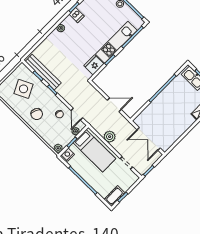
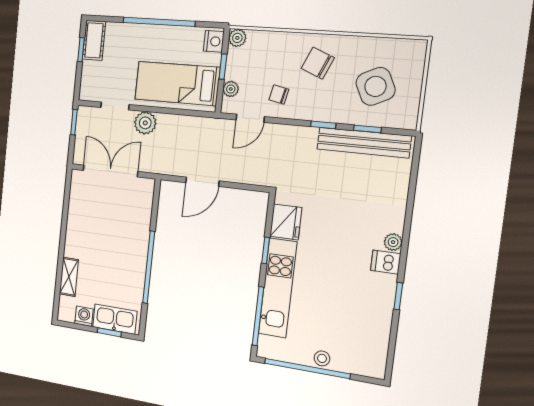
dishwasher: (77, 15) -> (386, 262), moved
door: (77, 114) -> (250, 118), swing flipped
plant: (110, 137) -> (145, 123), moved

